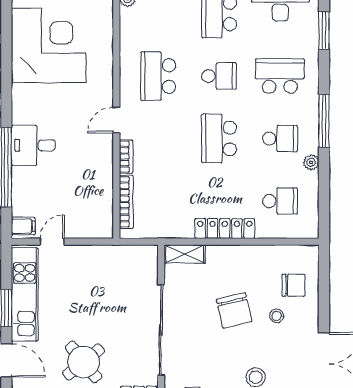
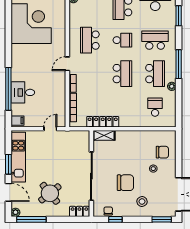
school desk: (219, 139) -> (122, 74), turned 180
school desk: (280, 139) -> (155, 74), width x1.85
desk: (33, 145) -> (23, 92), moved
school desk: (280, 201) -> (155, 107), turned -90
locker: (225, 228) -> (103, 122), moved
door: (52, 242) -> (50, 129), moved
chair: (234, 310) -> (125, 183), moved, turned -77

